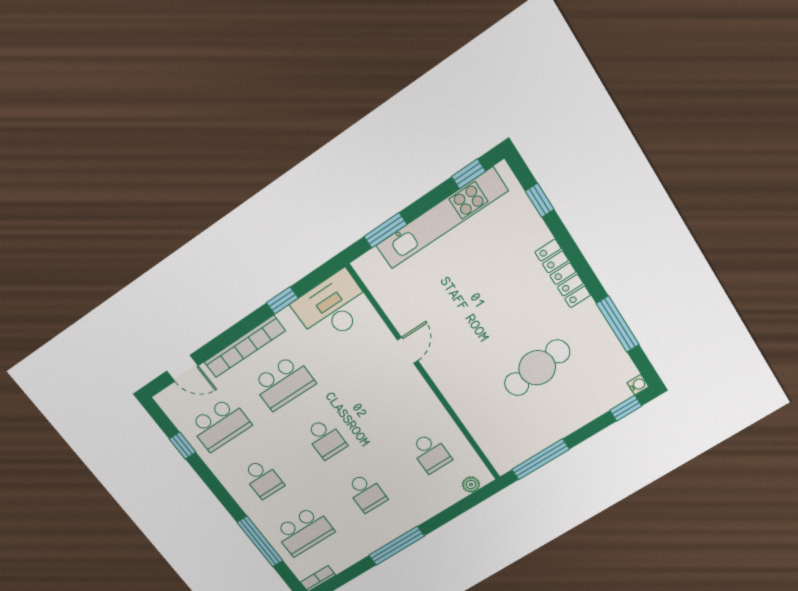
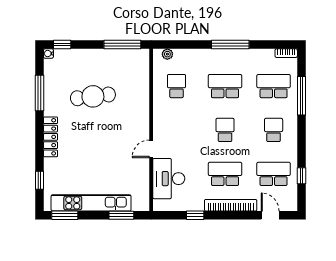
window: (469, 174) -> (65, 215), width x1.50
desk: (333, 307) -> (169, 179), moved, turned 90
school desk: (366, 493) -> (225, 86), width x1.85

